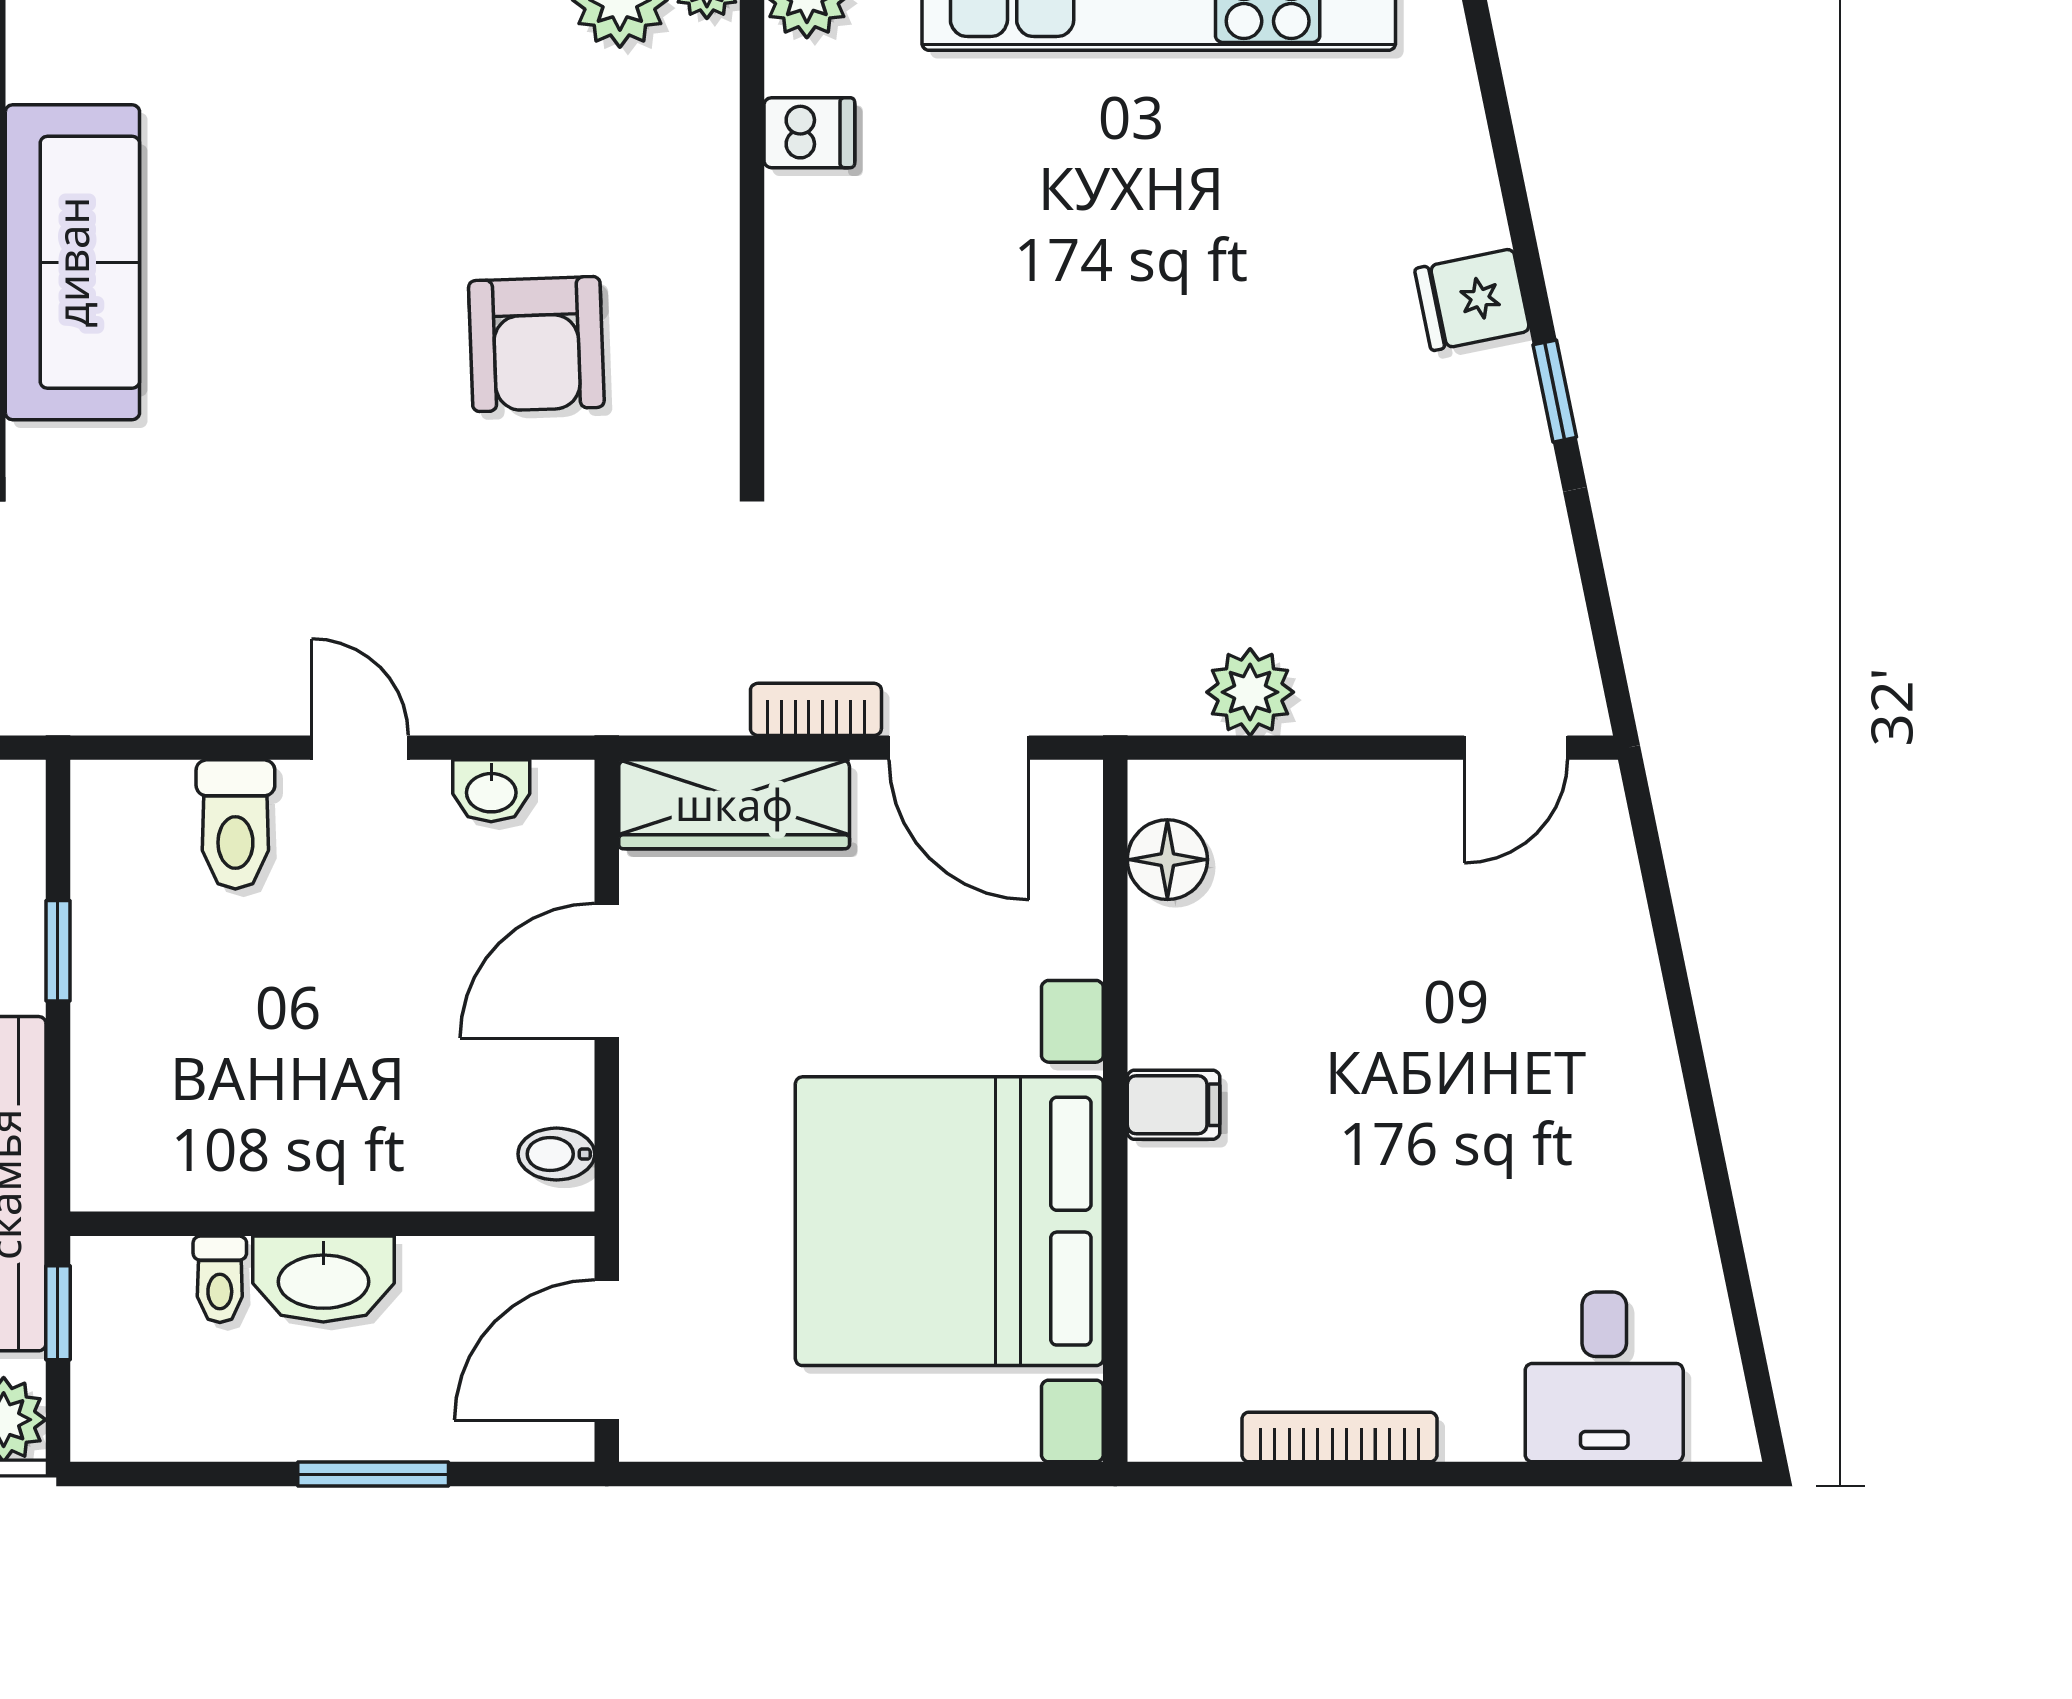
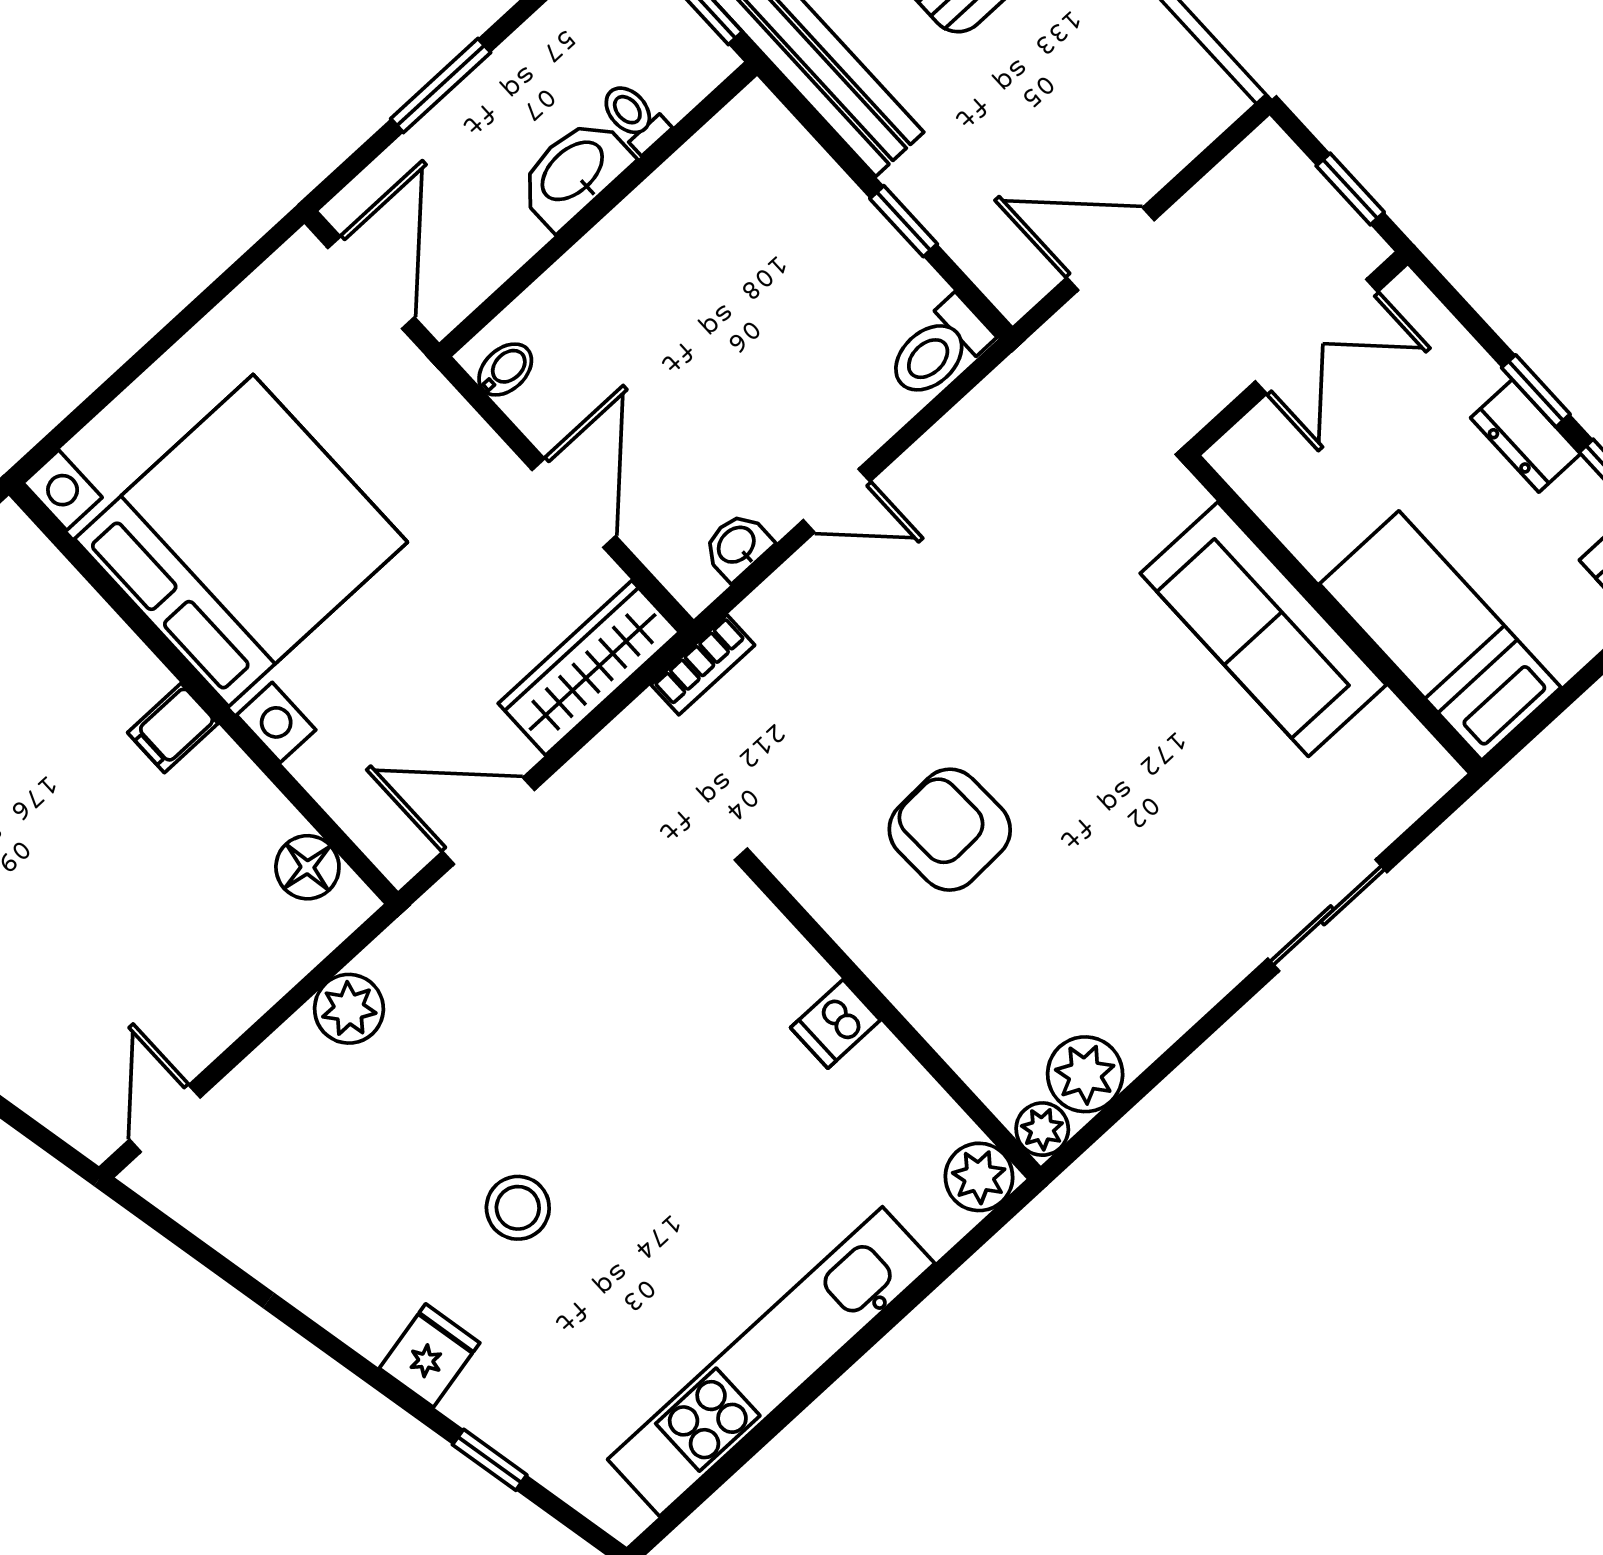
dishwasher: (809, 133) -> (835, 1024), moved
stool: (1263, 362) -> (518, 1208), added
window: (1555, 391) -> (490, 1460), moved
bookcase: (816, 709) -> (703, 665), moved
toilet: (235, 824) -> (939, 349), moved, turned -90

